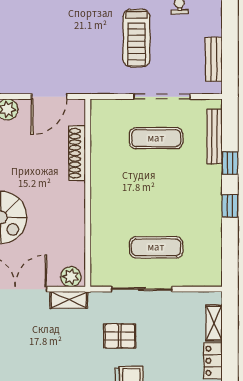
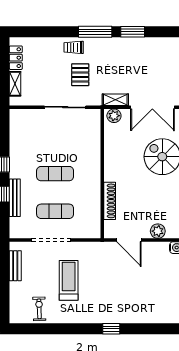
door: (49, 97) -> (129, 240), swing flipped
bench: (214, 137) -> (15, 198), moved
exercise mat: (156, 247) -> (55, 174), moved
pallet: (120, 336) -> (80, 75), turned 90

